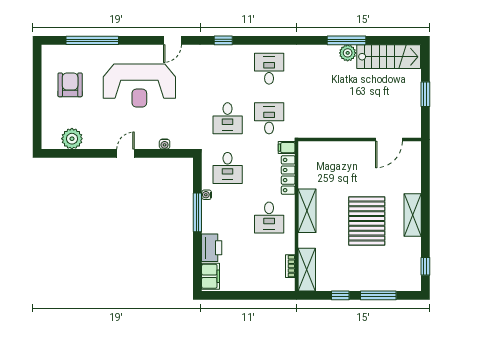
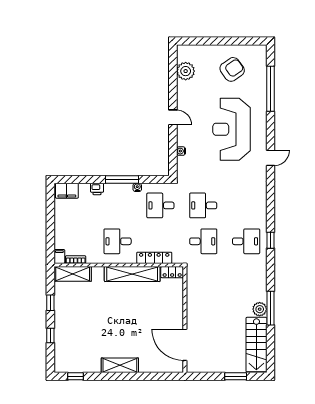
door: (172, 40) -> (270, 158), swing flipped
window: (223, 40) -> (270, 240), moved
armchair: (70, 85) -> (232, 69), turned -35
window: (425, 94) -> (236, 376), moved
door: (389, 140) -> (185, 345), width x1.36
filing cabinet: (287, 148) -> (59, 256), moved
locker: (305, 154) -> (172, 272), added
shelving: (307, 211) -> (132, 274), width x1.47
pallet: (367, 221) -> (115, 326), removed
printer: (212, 248) -> (97, 189), width x0.53, depth x0.68
window: (378, 295) -> (50, 335), width x0.46

